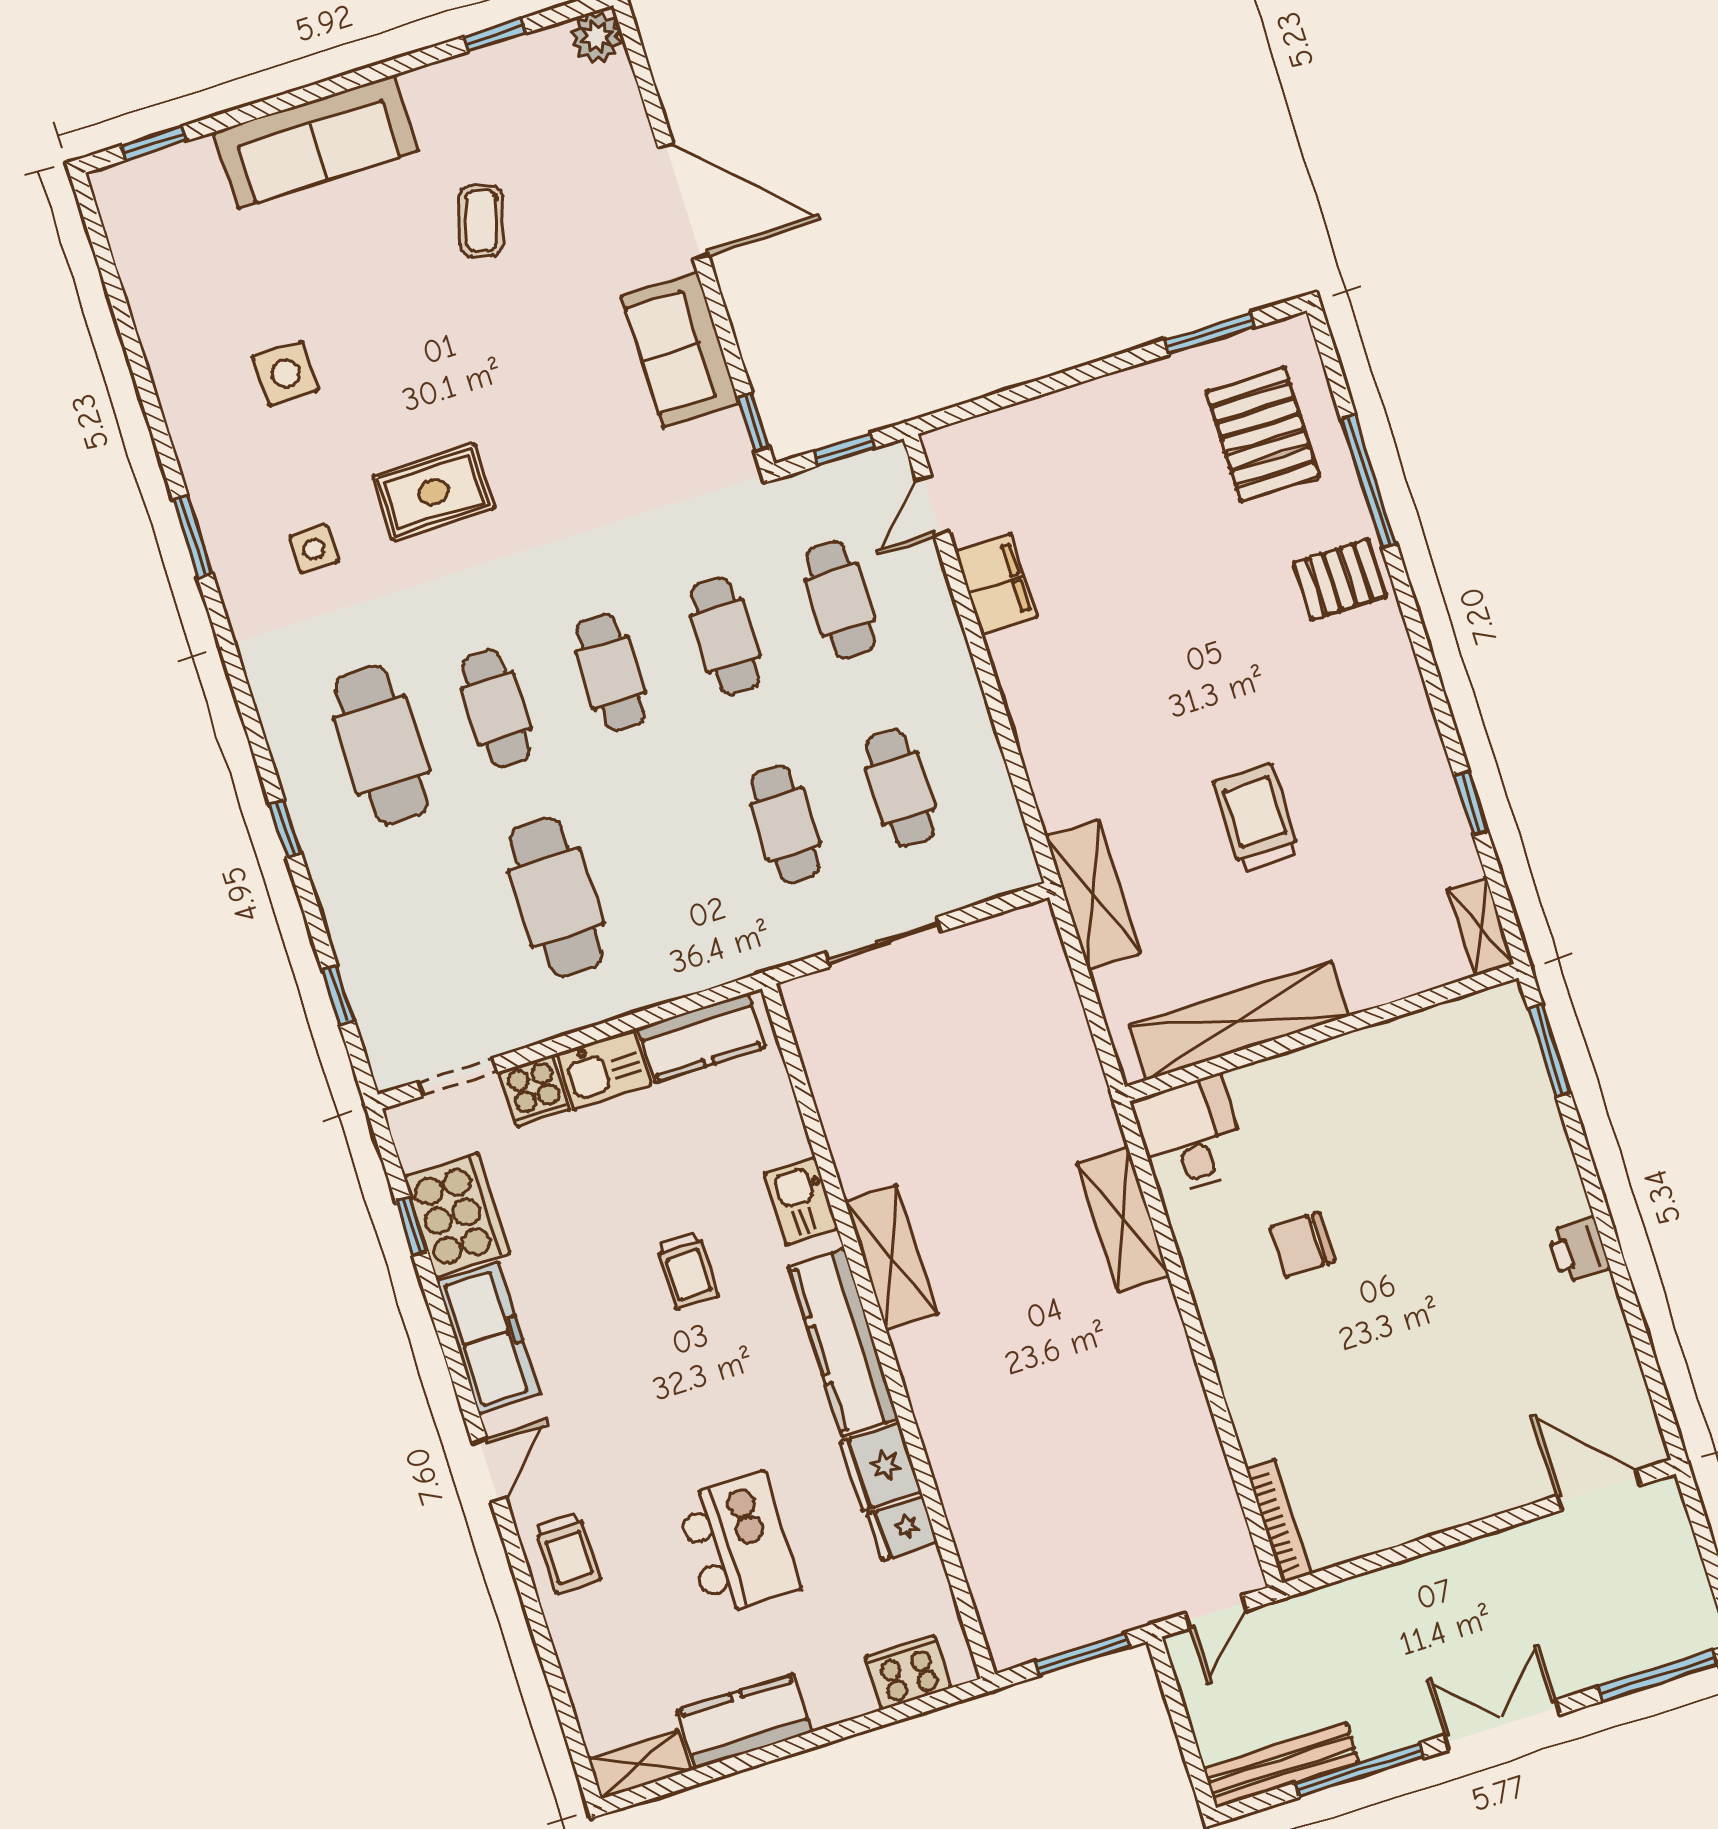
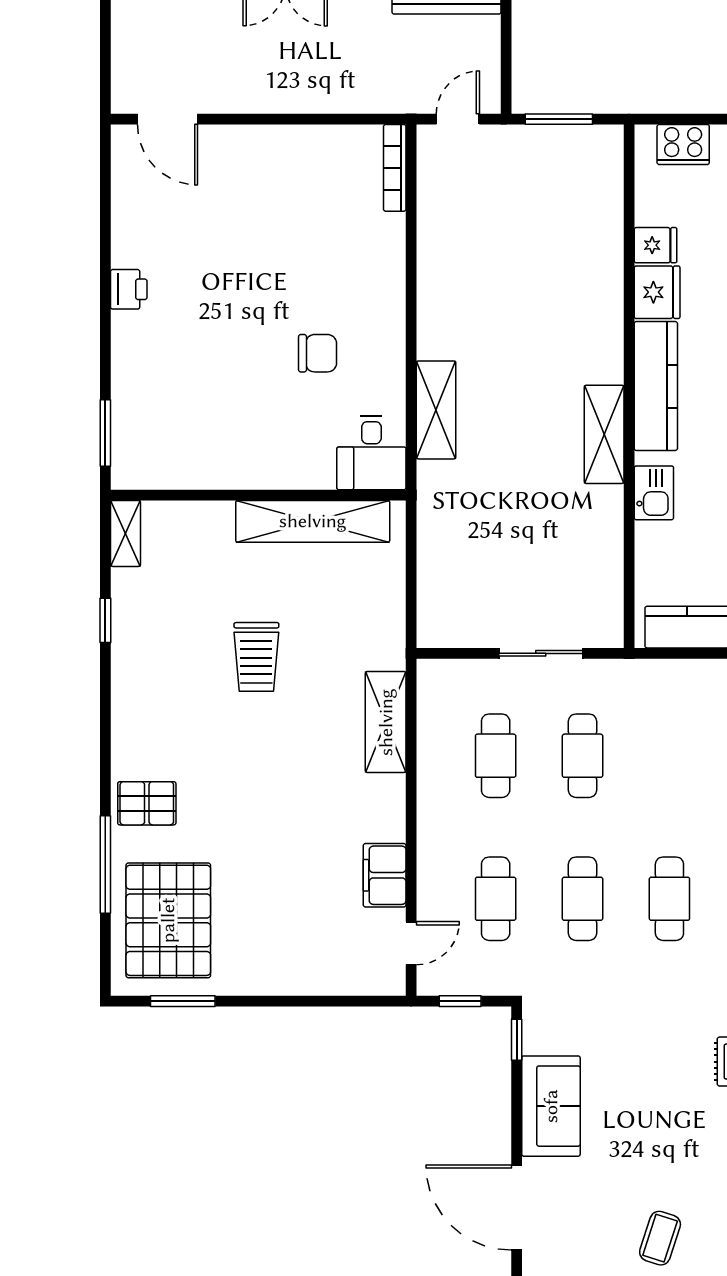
pallet: (1263, 434) -> (168, 920), width x1.37, depth x1.41
shelving: (1093, 895) -> (386, 722), moved

